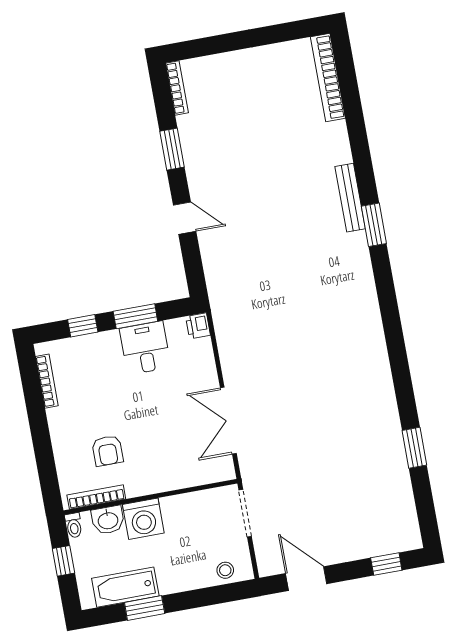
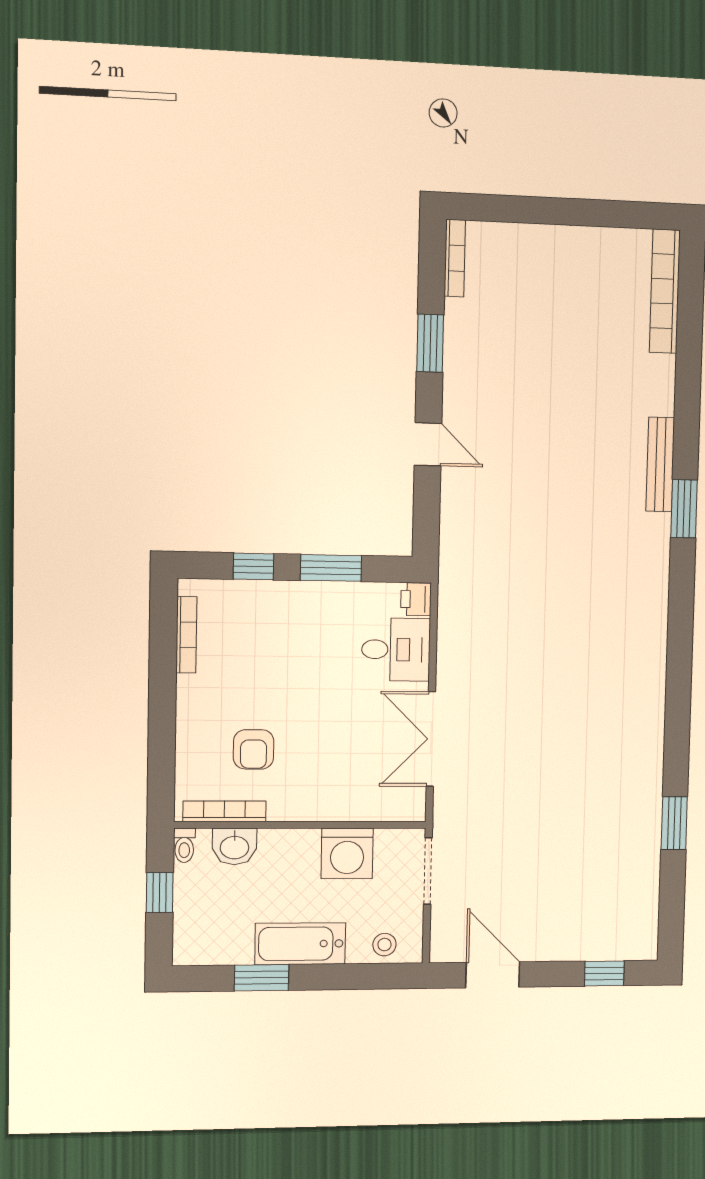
desk: (145, 348) -> (396, 650), moved, turned 90
washing machine: (143, 519) -> (347, 853), moved
bathtub: (125, 587) -> (300, 944), moved

